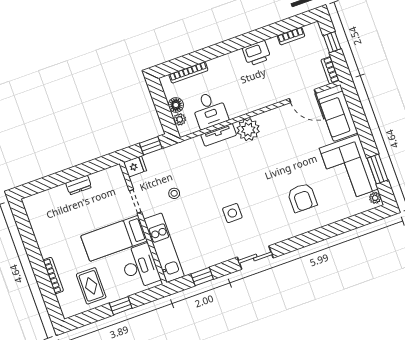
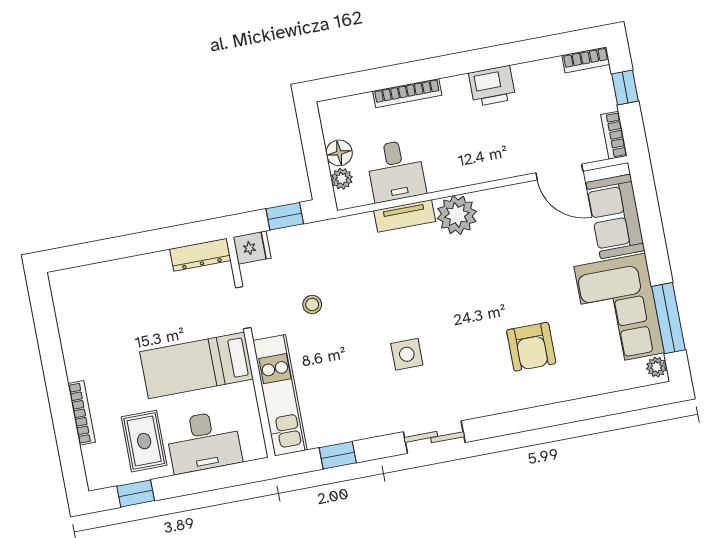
bookcase: (291, 36) -> (586, 60), moved
bookcase: (188, 72) -> (407, 93), moved
window: (377, 169) -> (669, 318), width x1.44
dresser: (79, 185) -> (200, 255), moved, width x1.44
desk: (140, 266) -> (204, 442), moved, turned 90
window: (121, 306) -> (136, 493), moved

